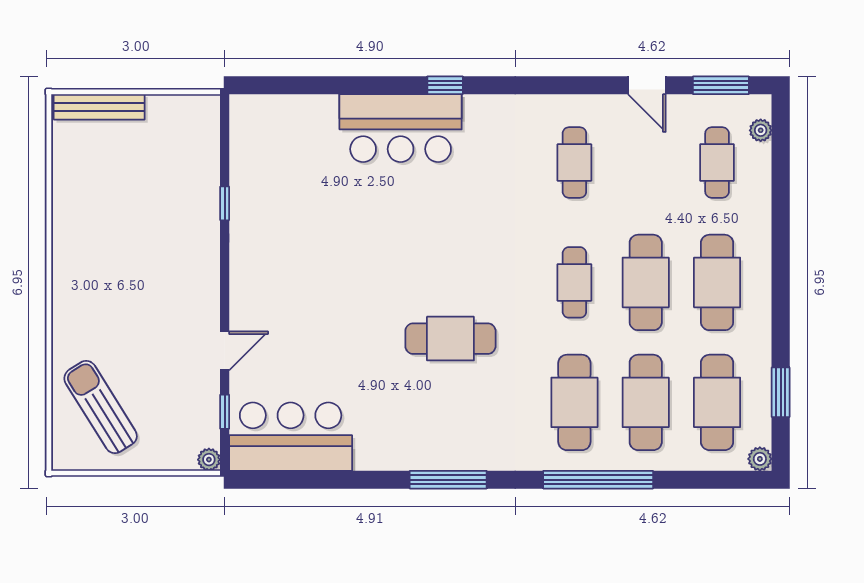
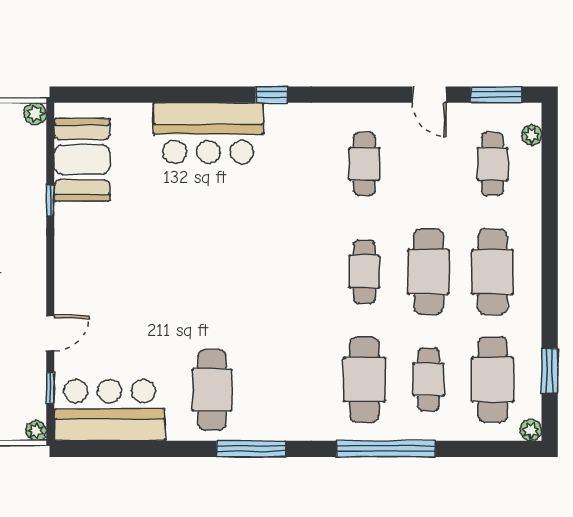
window: (445, 85) -> (272, 95), moved
plant: (208, 106) -> (35, 114), added
booth: (260, 158) -> (82, 160), added
cafe table: (450, 339) -> (212, 390), moved, turned 90
cafe table: (646, 402) -> (428, 379), width x0.73, depth x0.74

